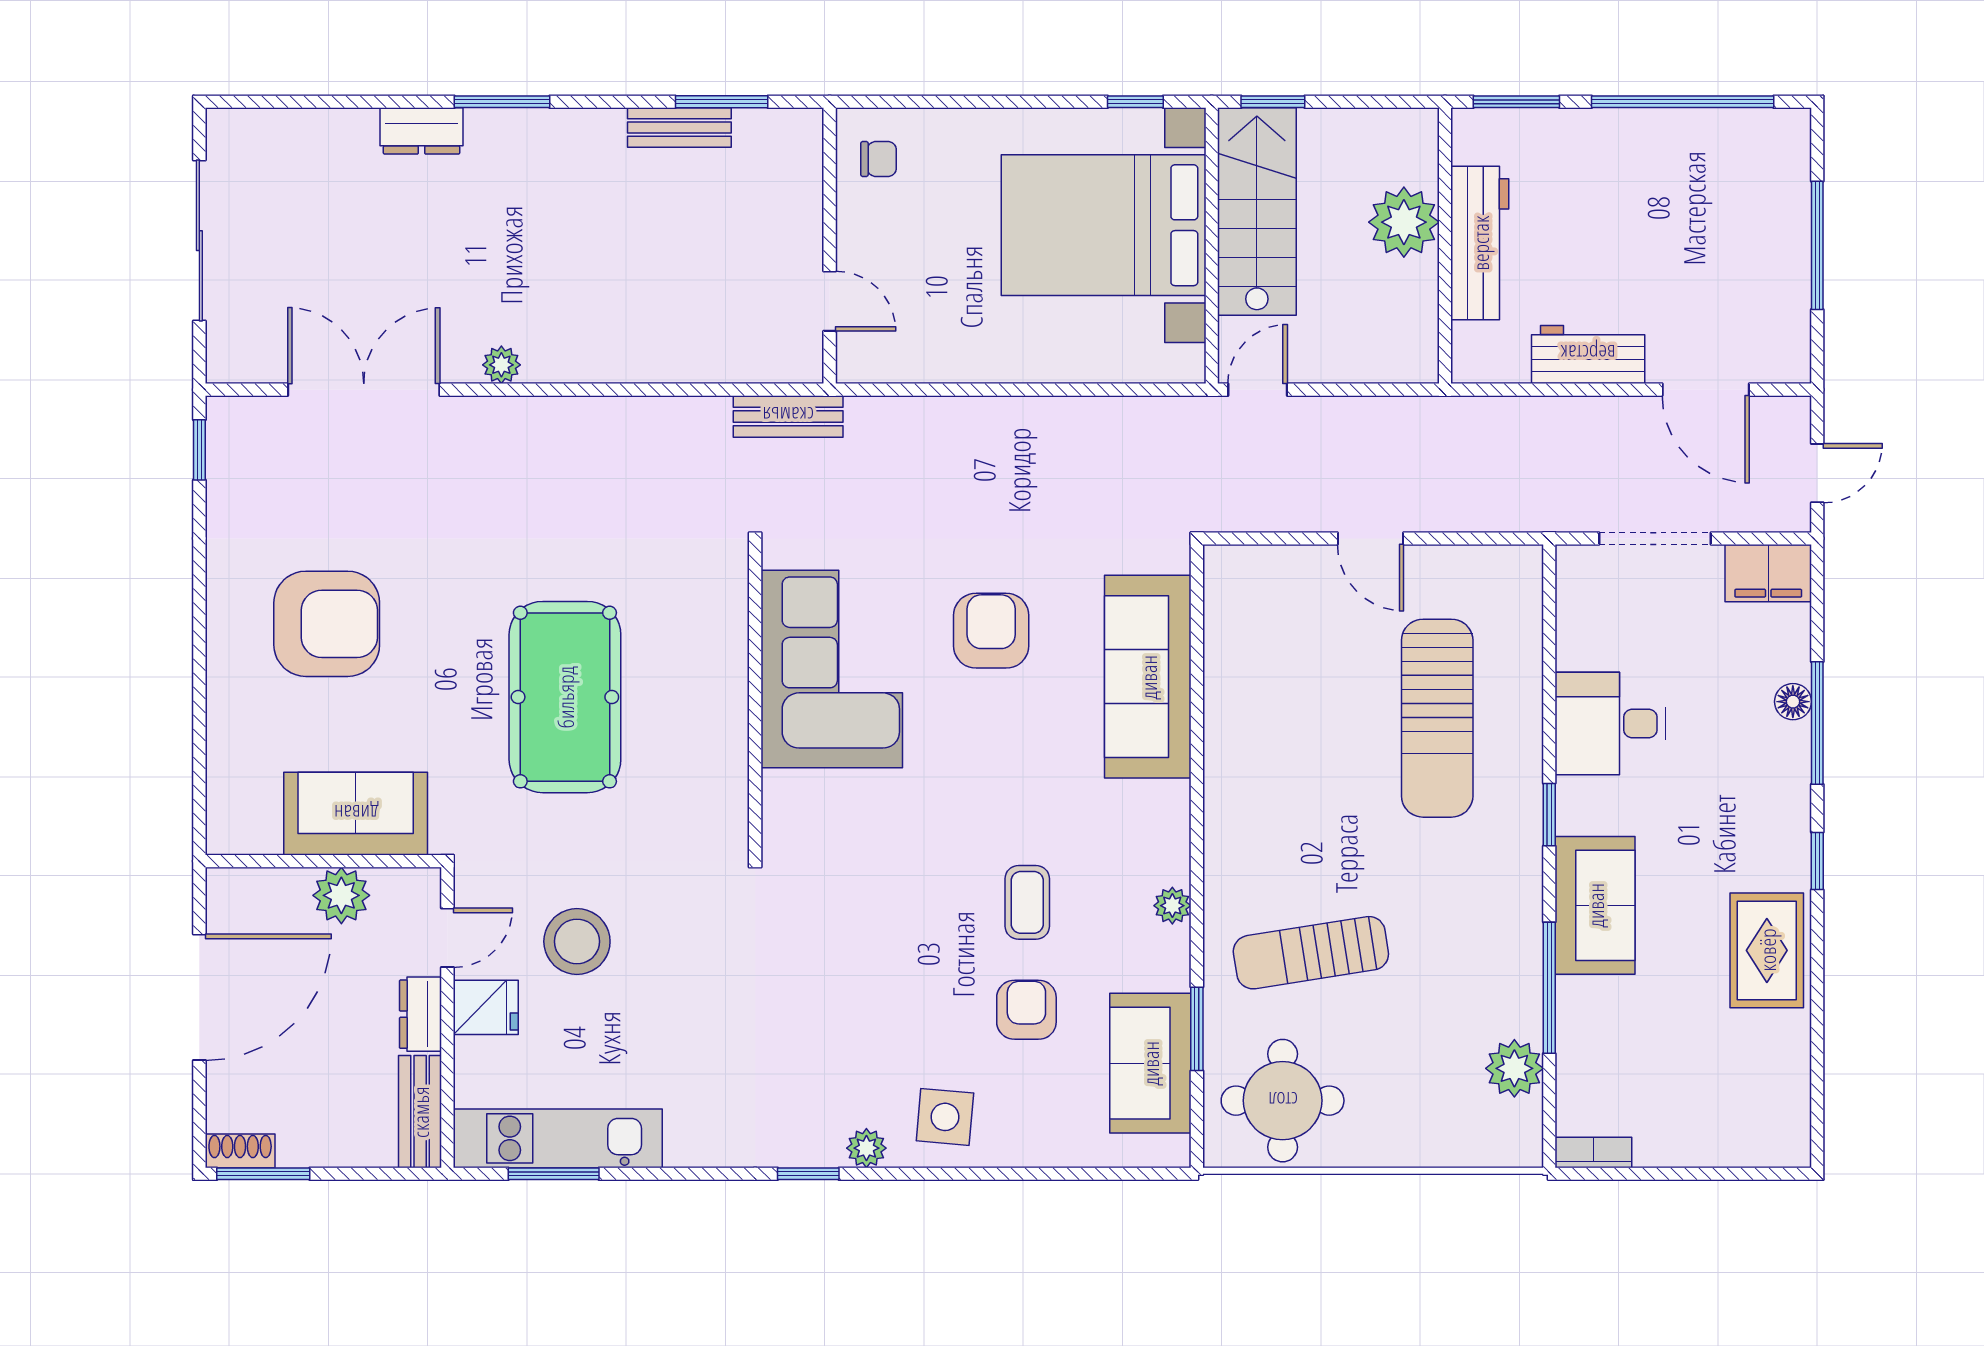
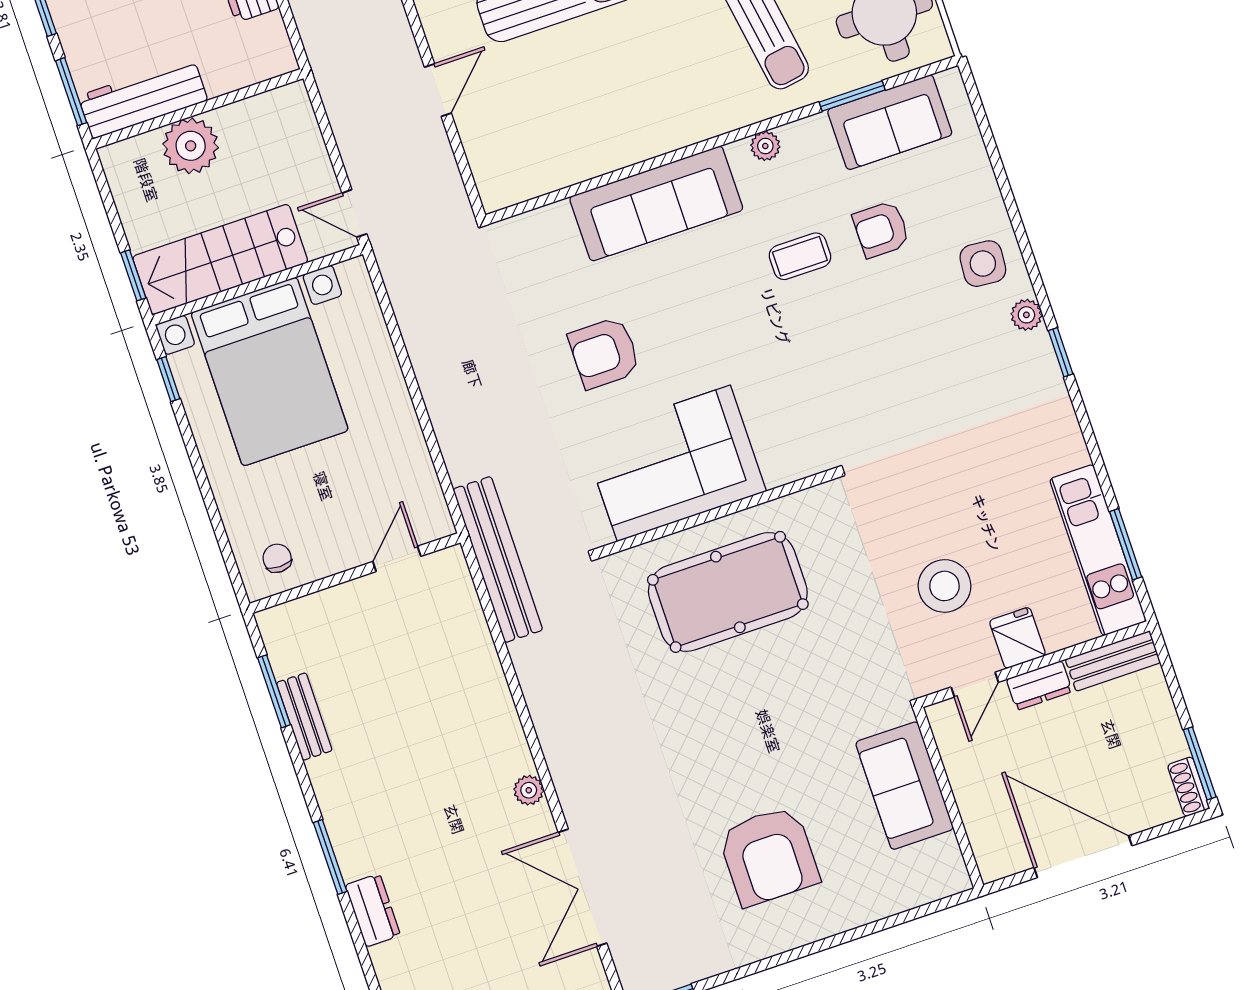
workbench: (1480, 243) -> (143, 98), moved
bench: (788, 416) -> (498, 560), width x1.86, depth x1.21
armchair: (327, 624) -> (769, 856), turned 180
sofa: (1148, 677) -> (656, 204), moved
pool table: (565, 697) -> (728, 592), moved
plant: (341, 895) -> (970, 775), removed
door: (447, 938) -> (975, 685), swing flipped

